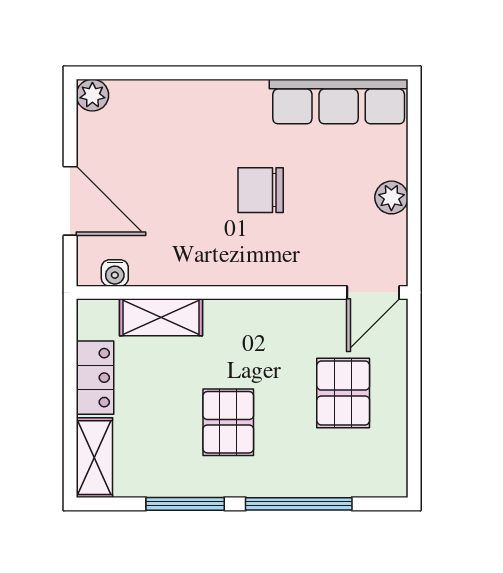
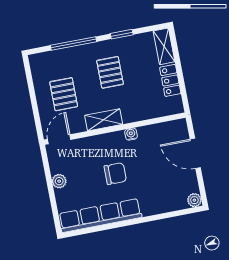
row of seats: (339, 101) -> (100, 215), width x1.36
water cooler: (115, 273) -> (131, 134), moved
shelving: (161, 317) -> (104, 120), moved
window: (185, 504) -> (122, 34), width x0.67

